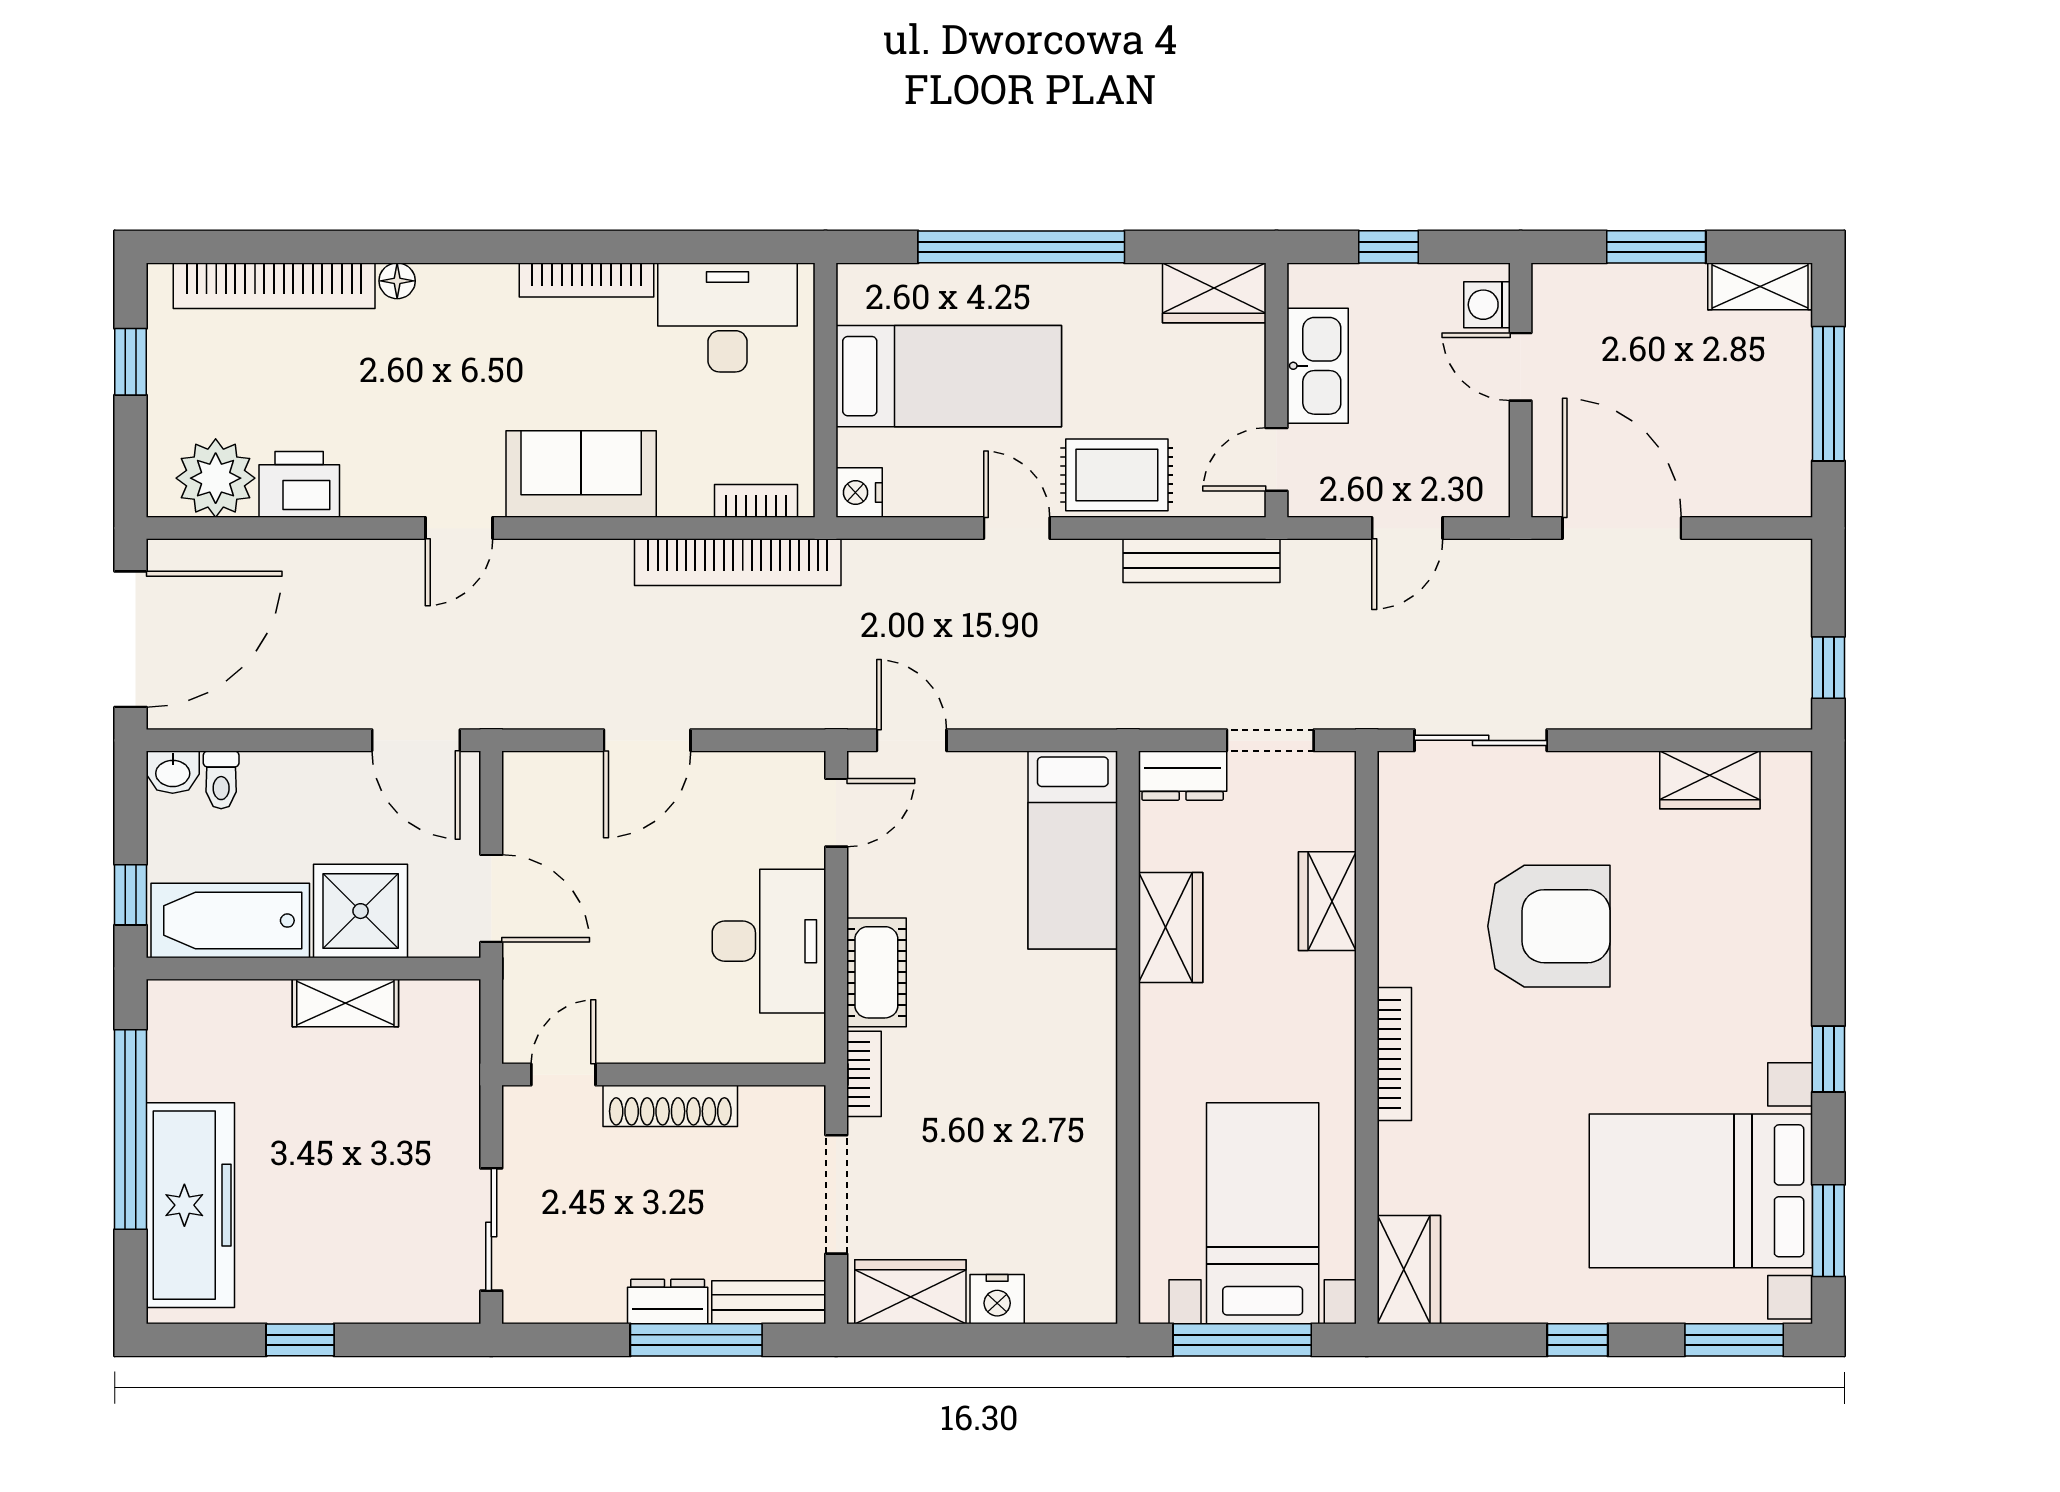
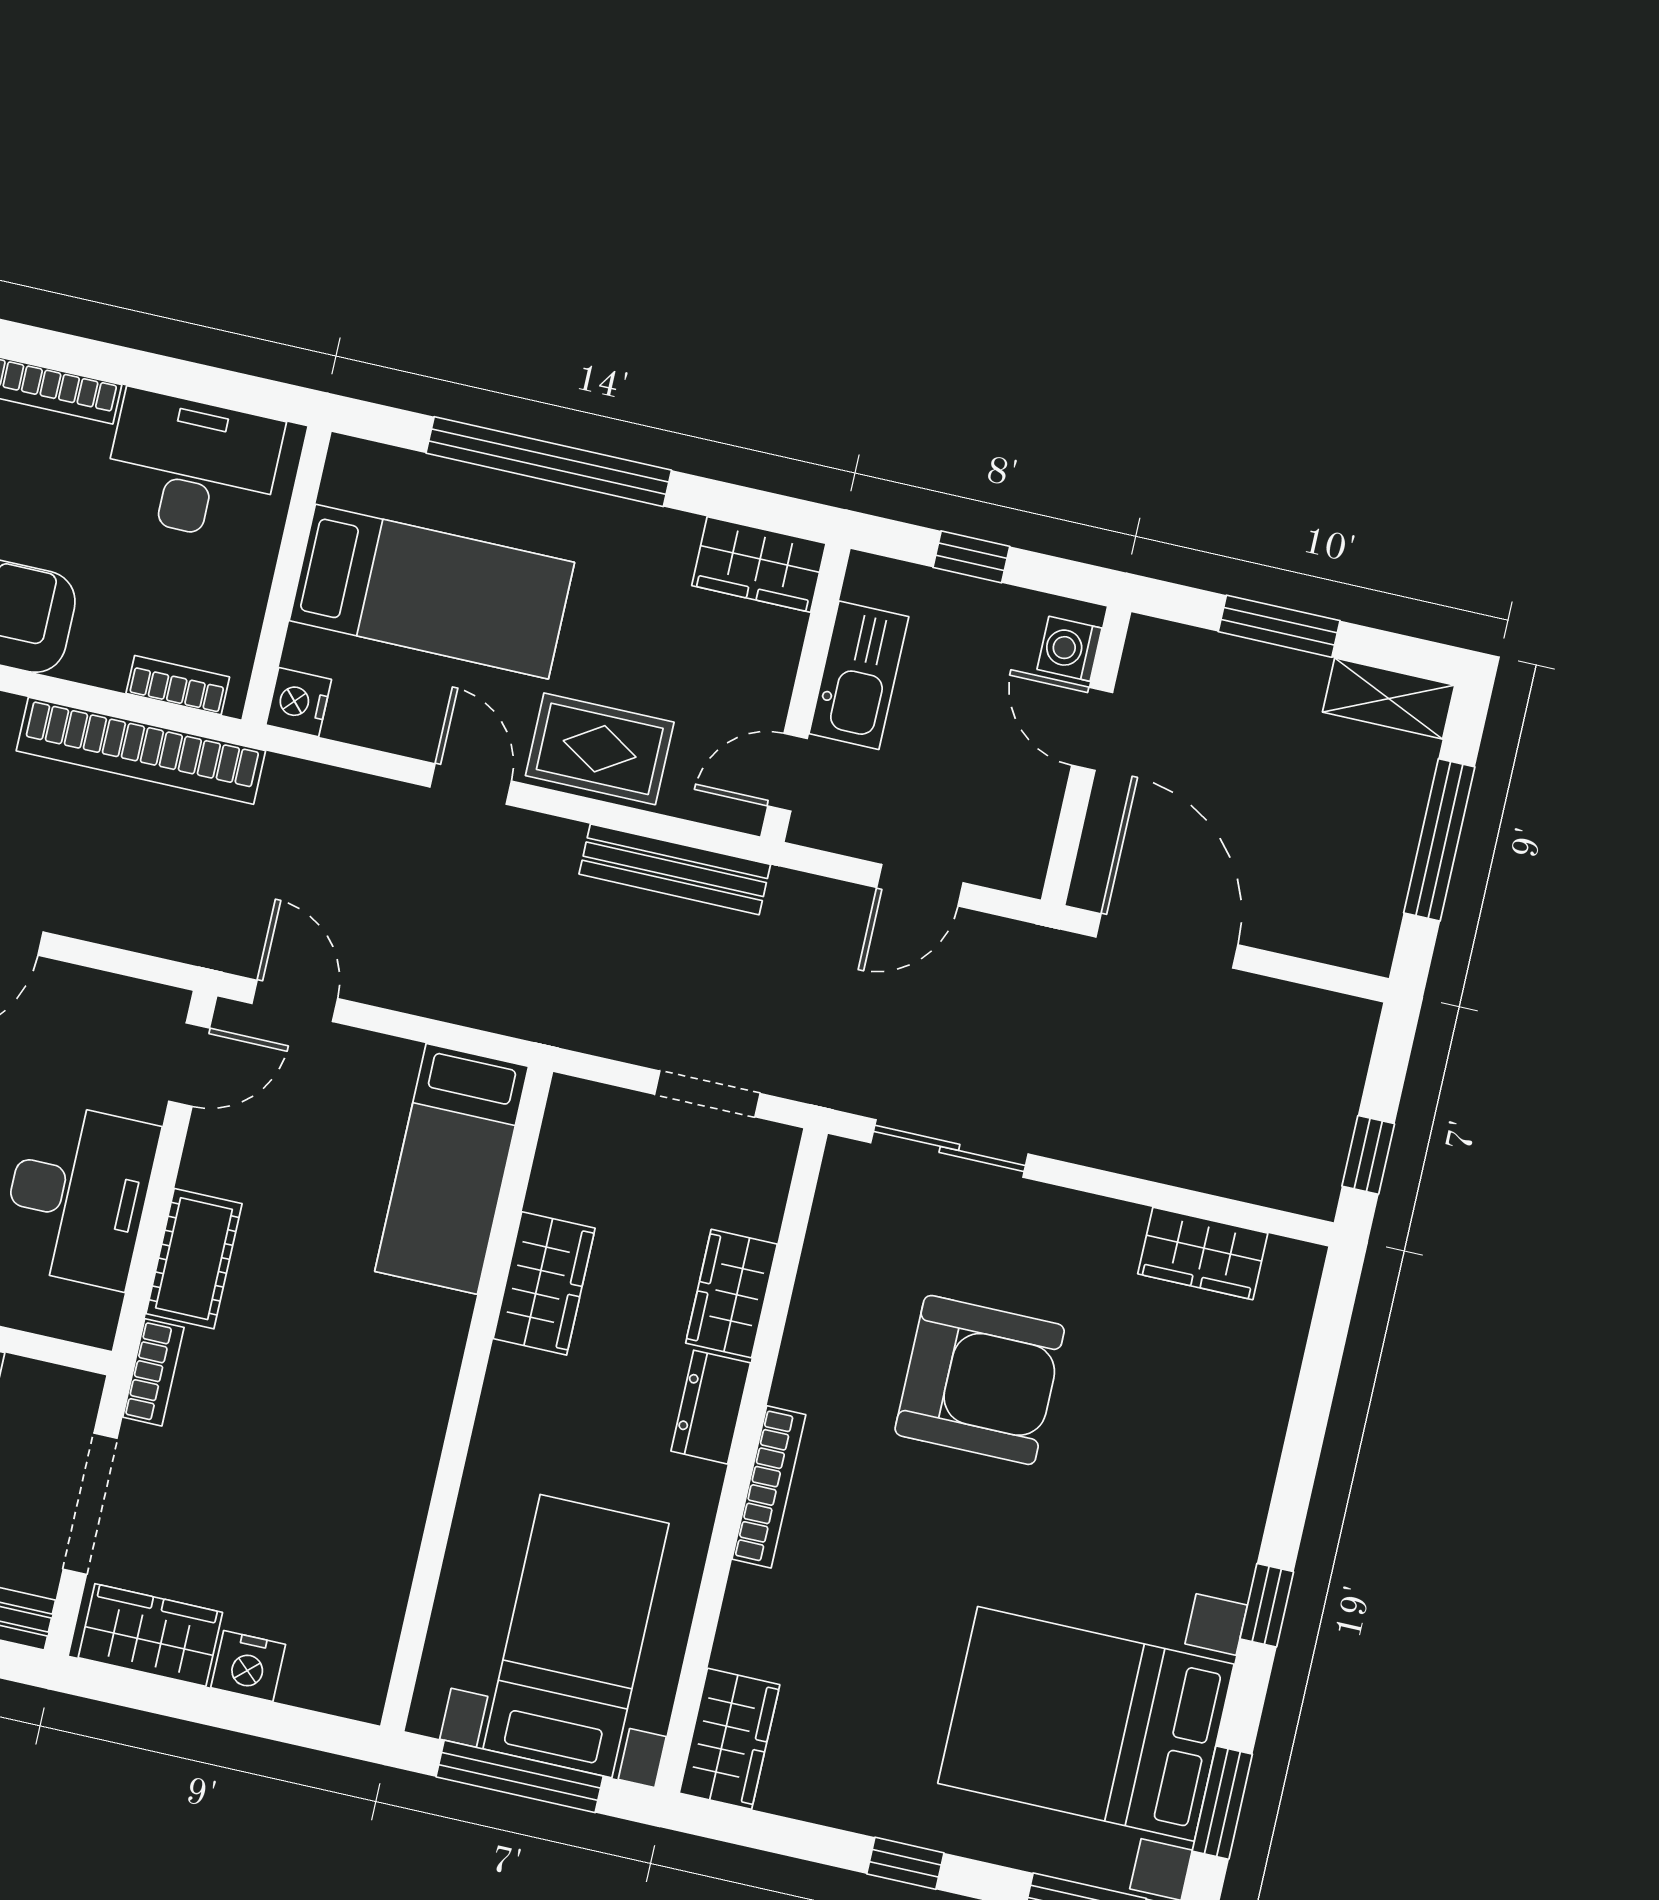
dresser: (1183, 776) -> (711, 1407), moved, turned 90

